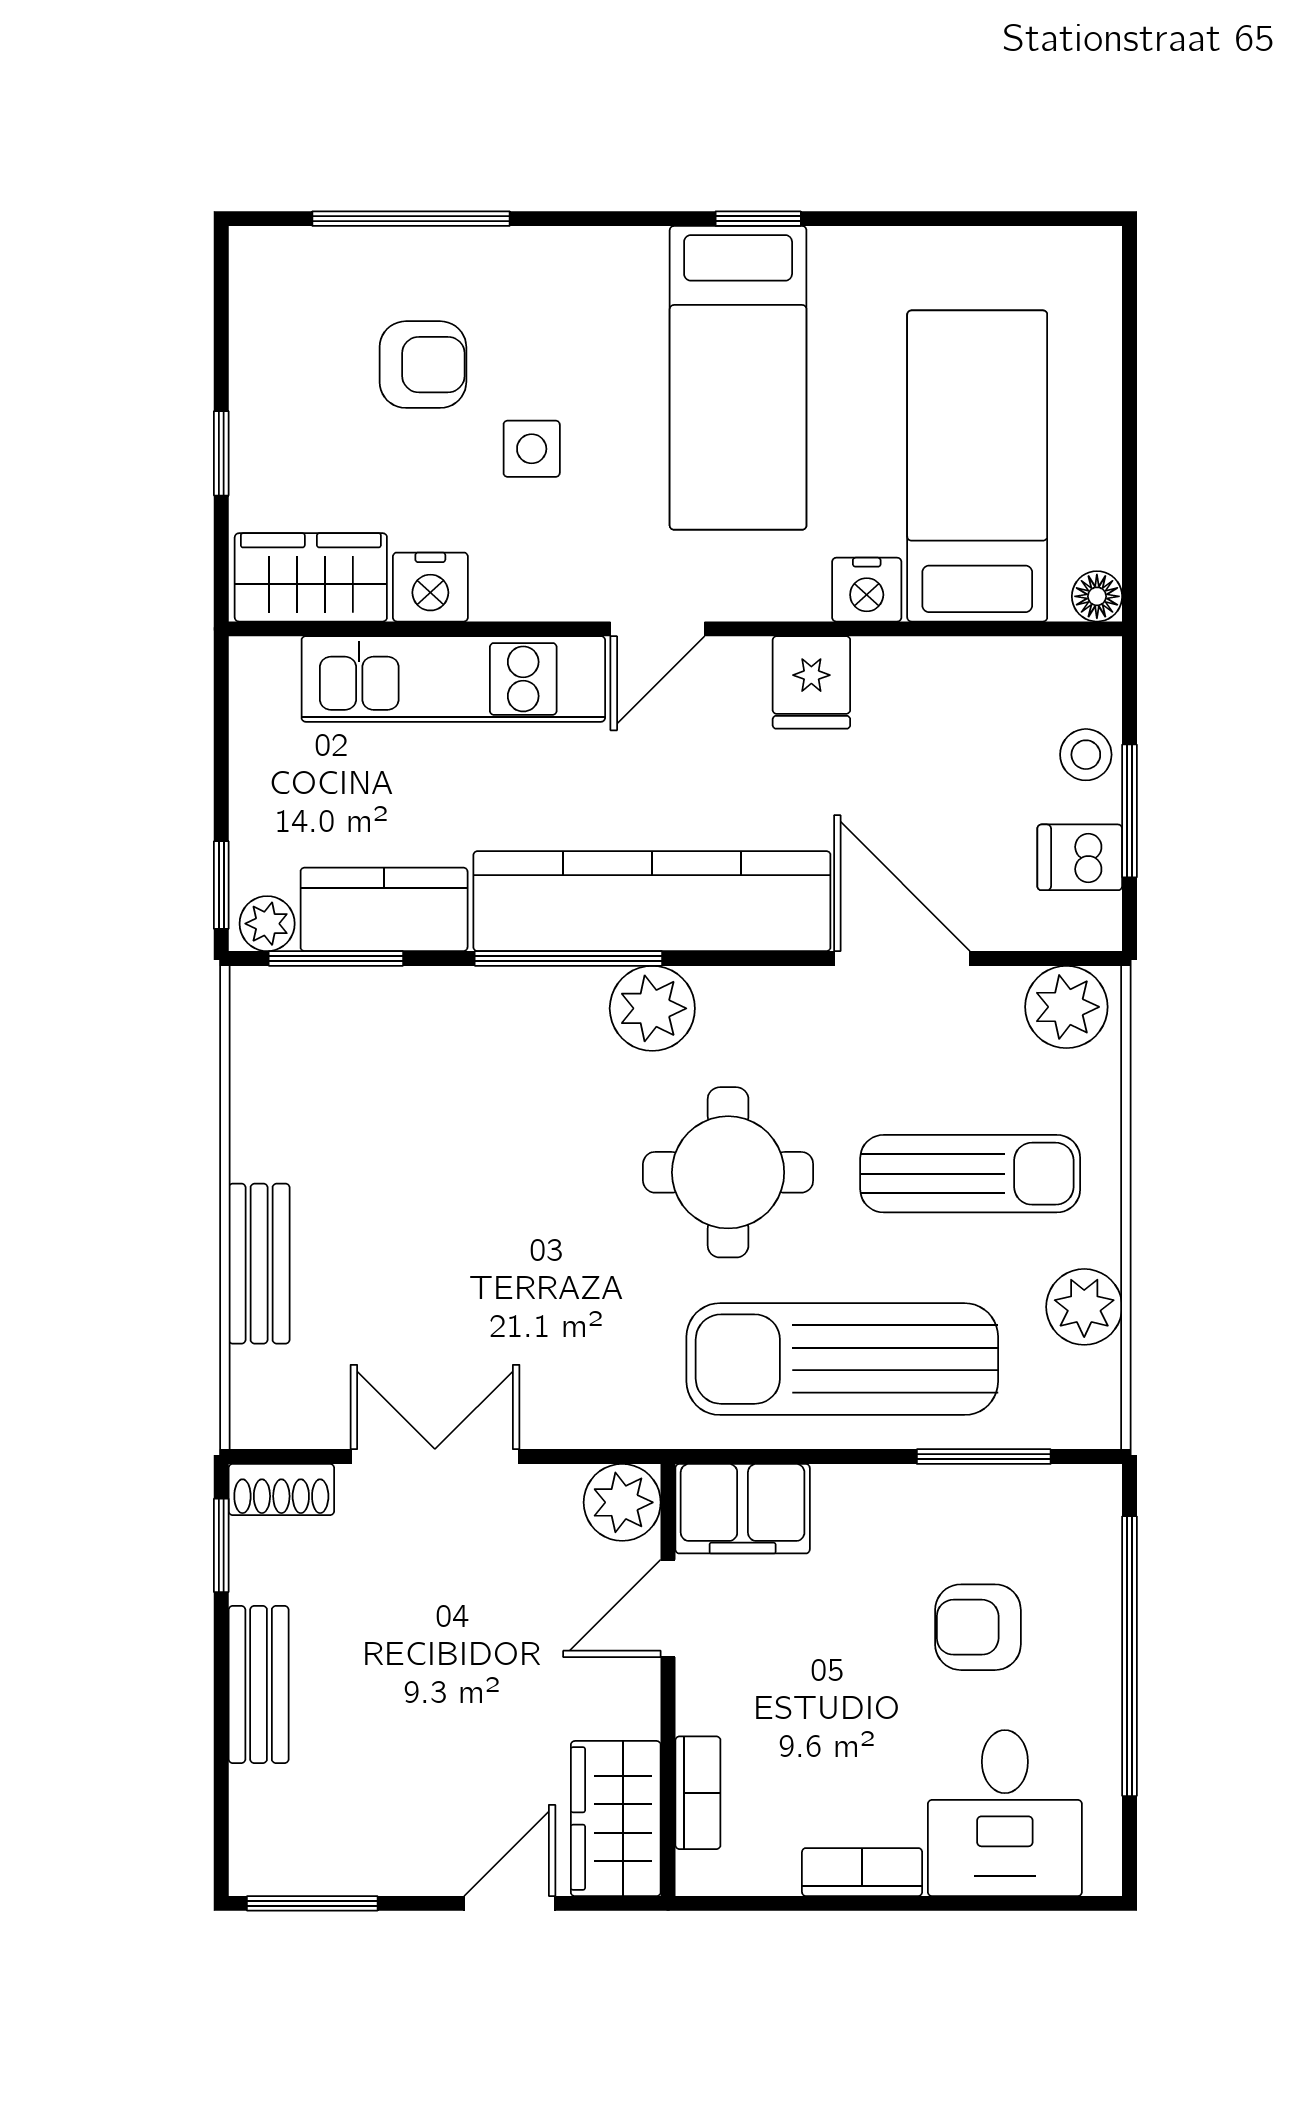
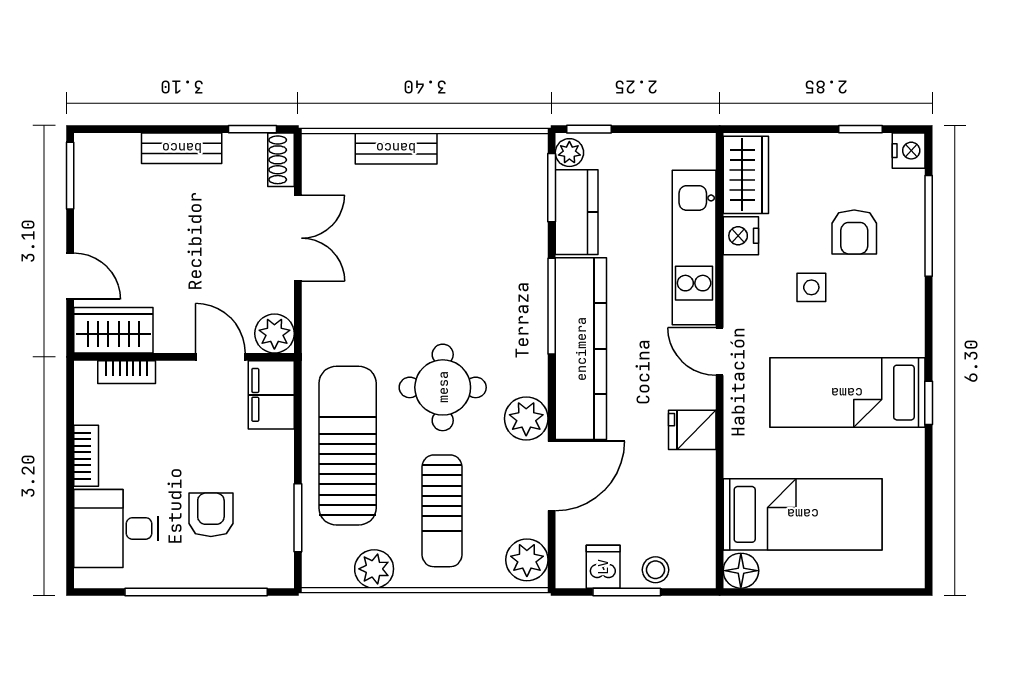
window: (221, 453) -> (861, 129), moved
nightstand: (867, 590) -> (909, 151), moved, turned 180
floor lamp: (1097, 596) -> (741, 571), width x1.37, depth x1.37
plant: (652, 1008) -> (526, 419), moved

